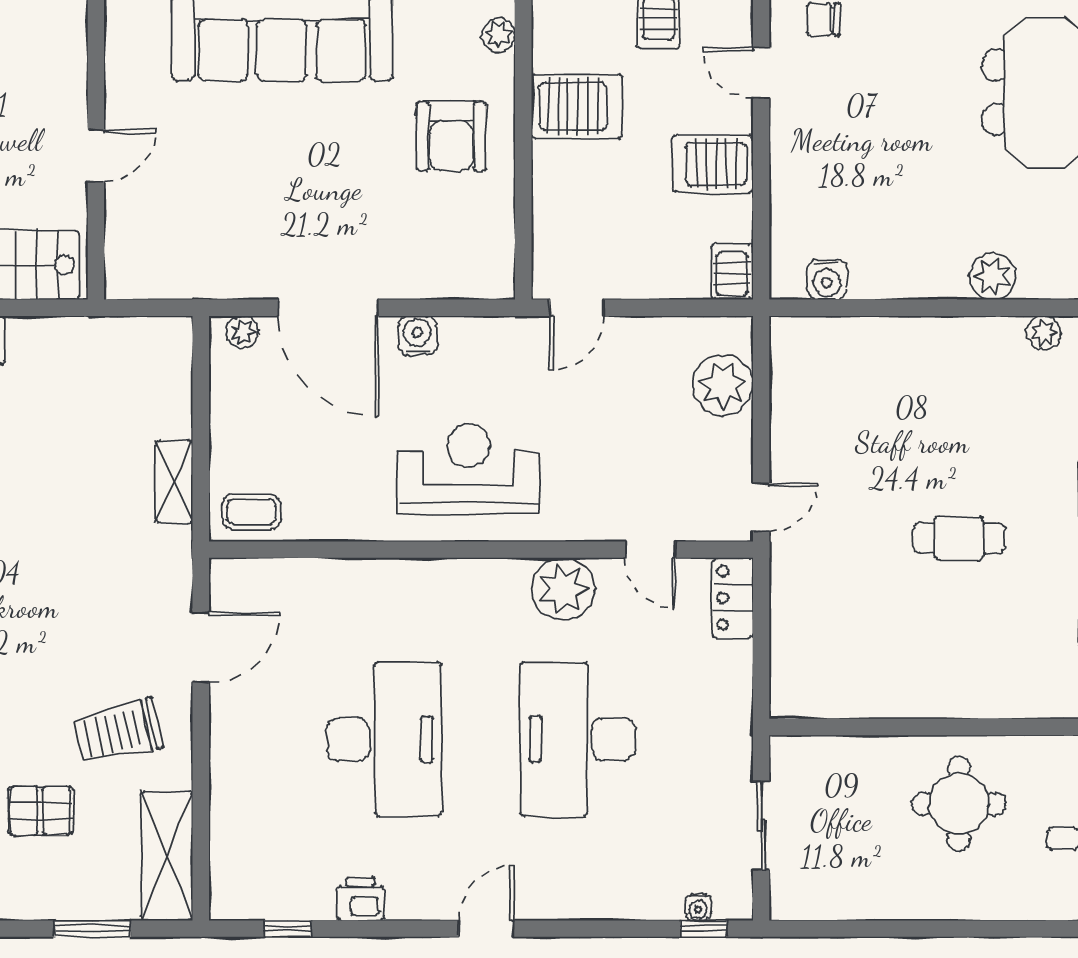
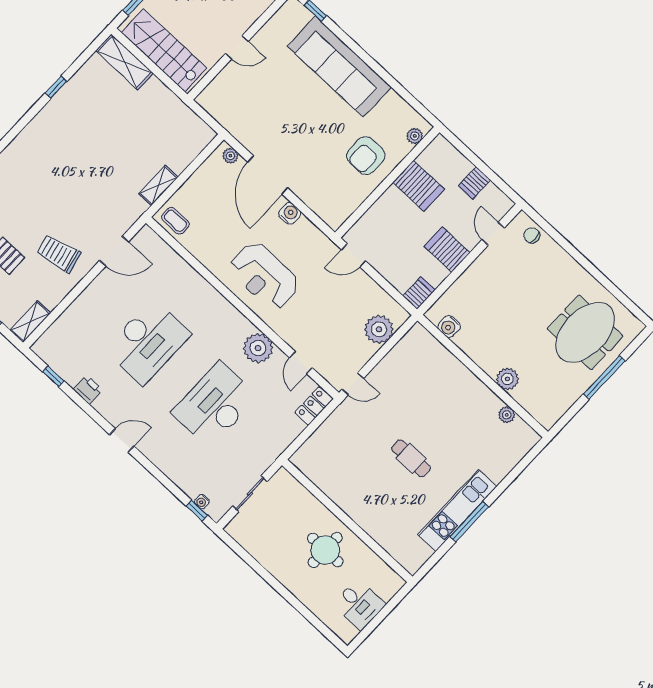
reception desk: (468, 469) -> (264, 276), turned 180
shelving: (167, 856) -> (30, 322), width x0.67, depth x0.75

